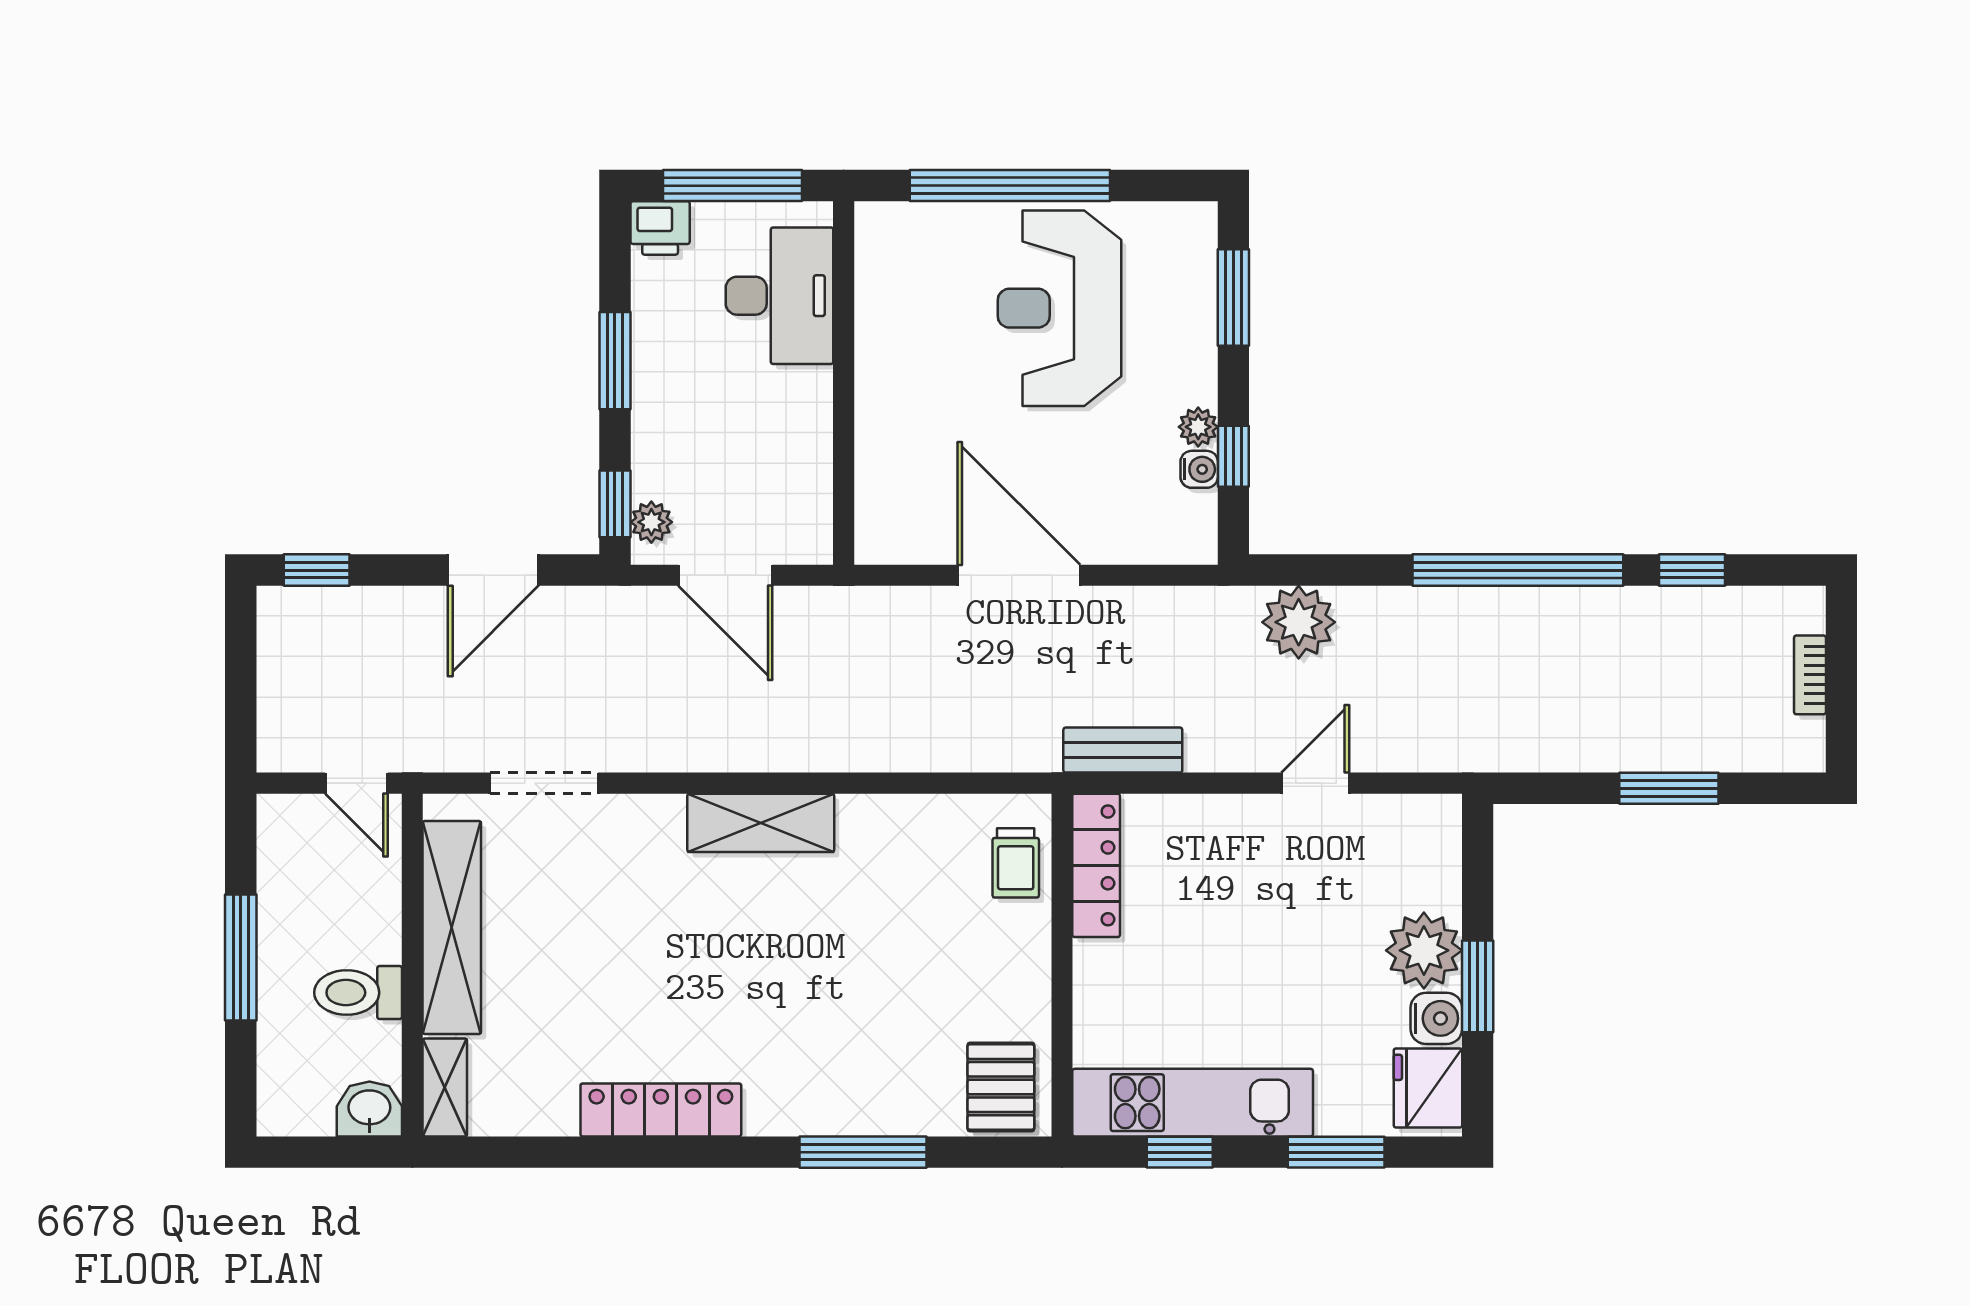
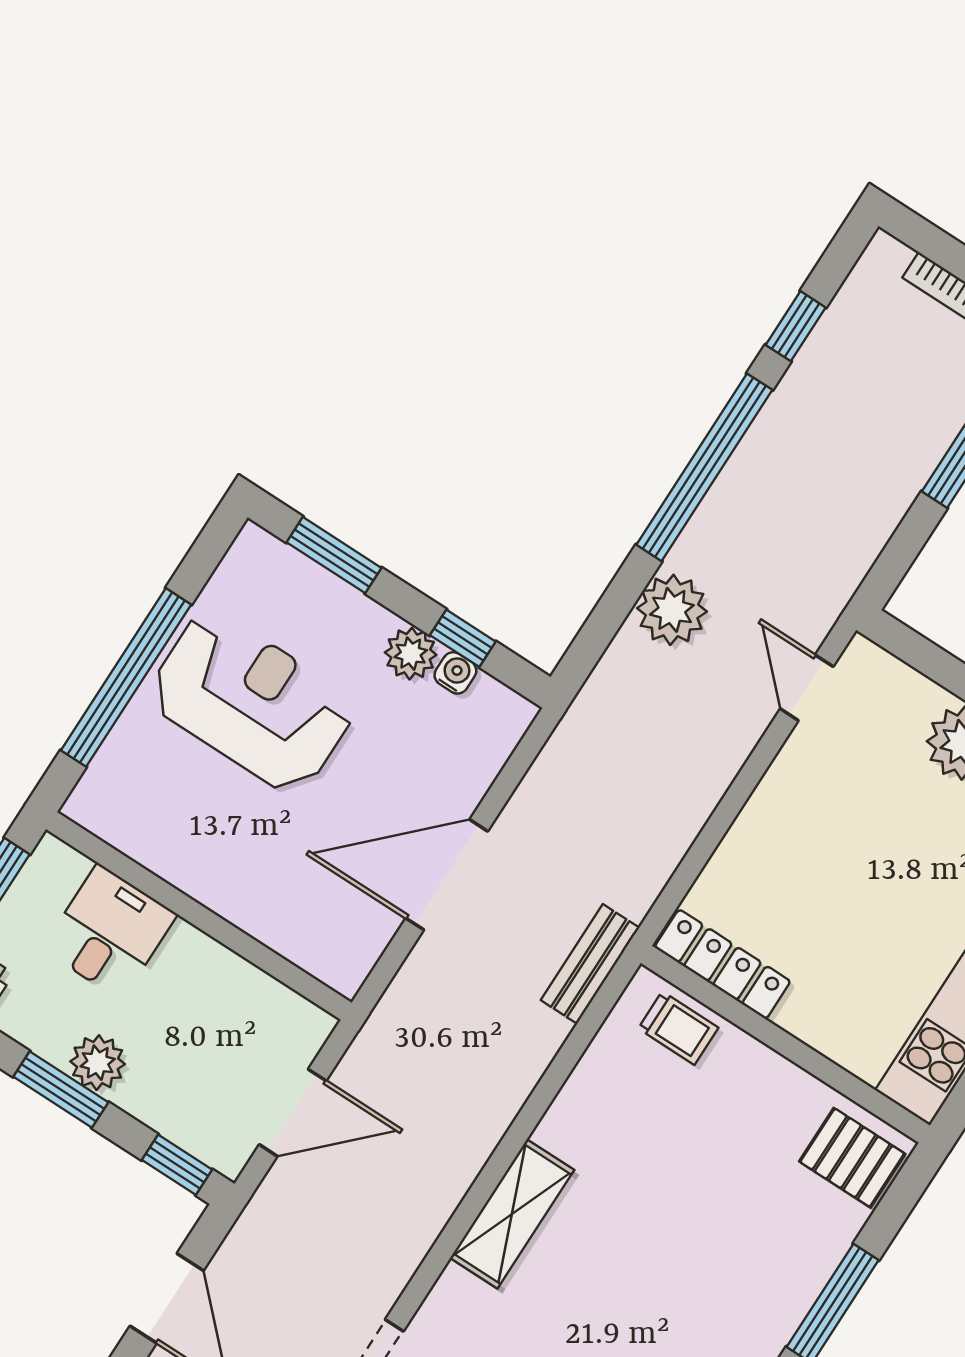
desk: (780, 296) -> (110, 932), width x0.73
reception desk: (1059, 308) -> (251, 702), turned 180
plant: (1198, 427) -> (411, 654), width x1.38, depth x1.38
plant: (651, 522) -> (98, 1063), moved, width x1.38, depth x1.38
plant: (1299, 622) -> (672, 610), moved
bench: (1123, 750) -> (590, 964), moved
door: (1315, 783) -> (807, 688), moved

